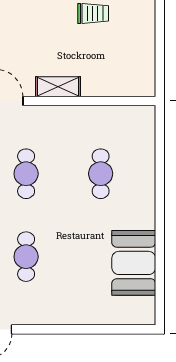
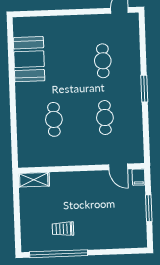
shelving: (58, 87) -> (34, 180), moved

